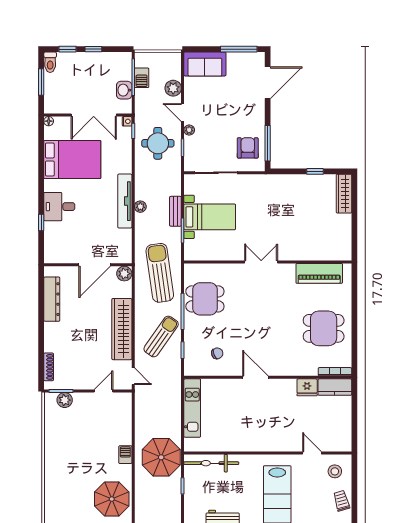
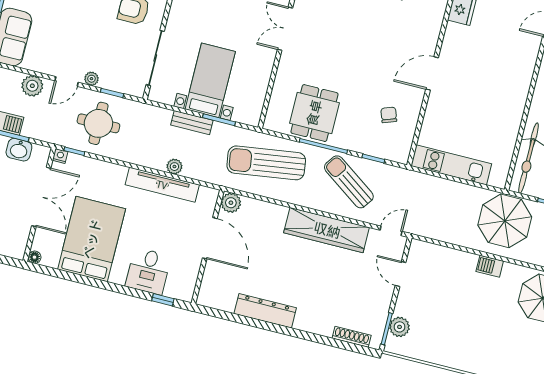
wall: (88, 265) -> (208, 247), moved
door: (95, 265) -> (210, 238), moved
plant: (124, 274) -> (231, 203), moved

